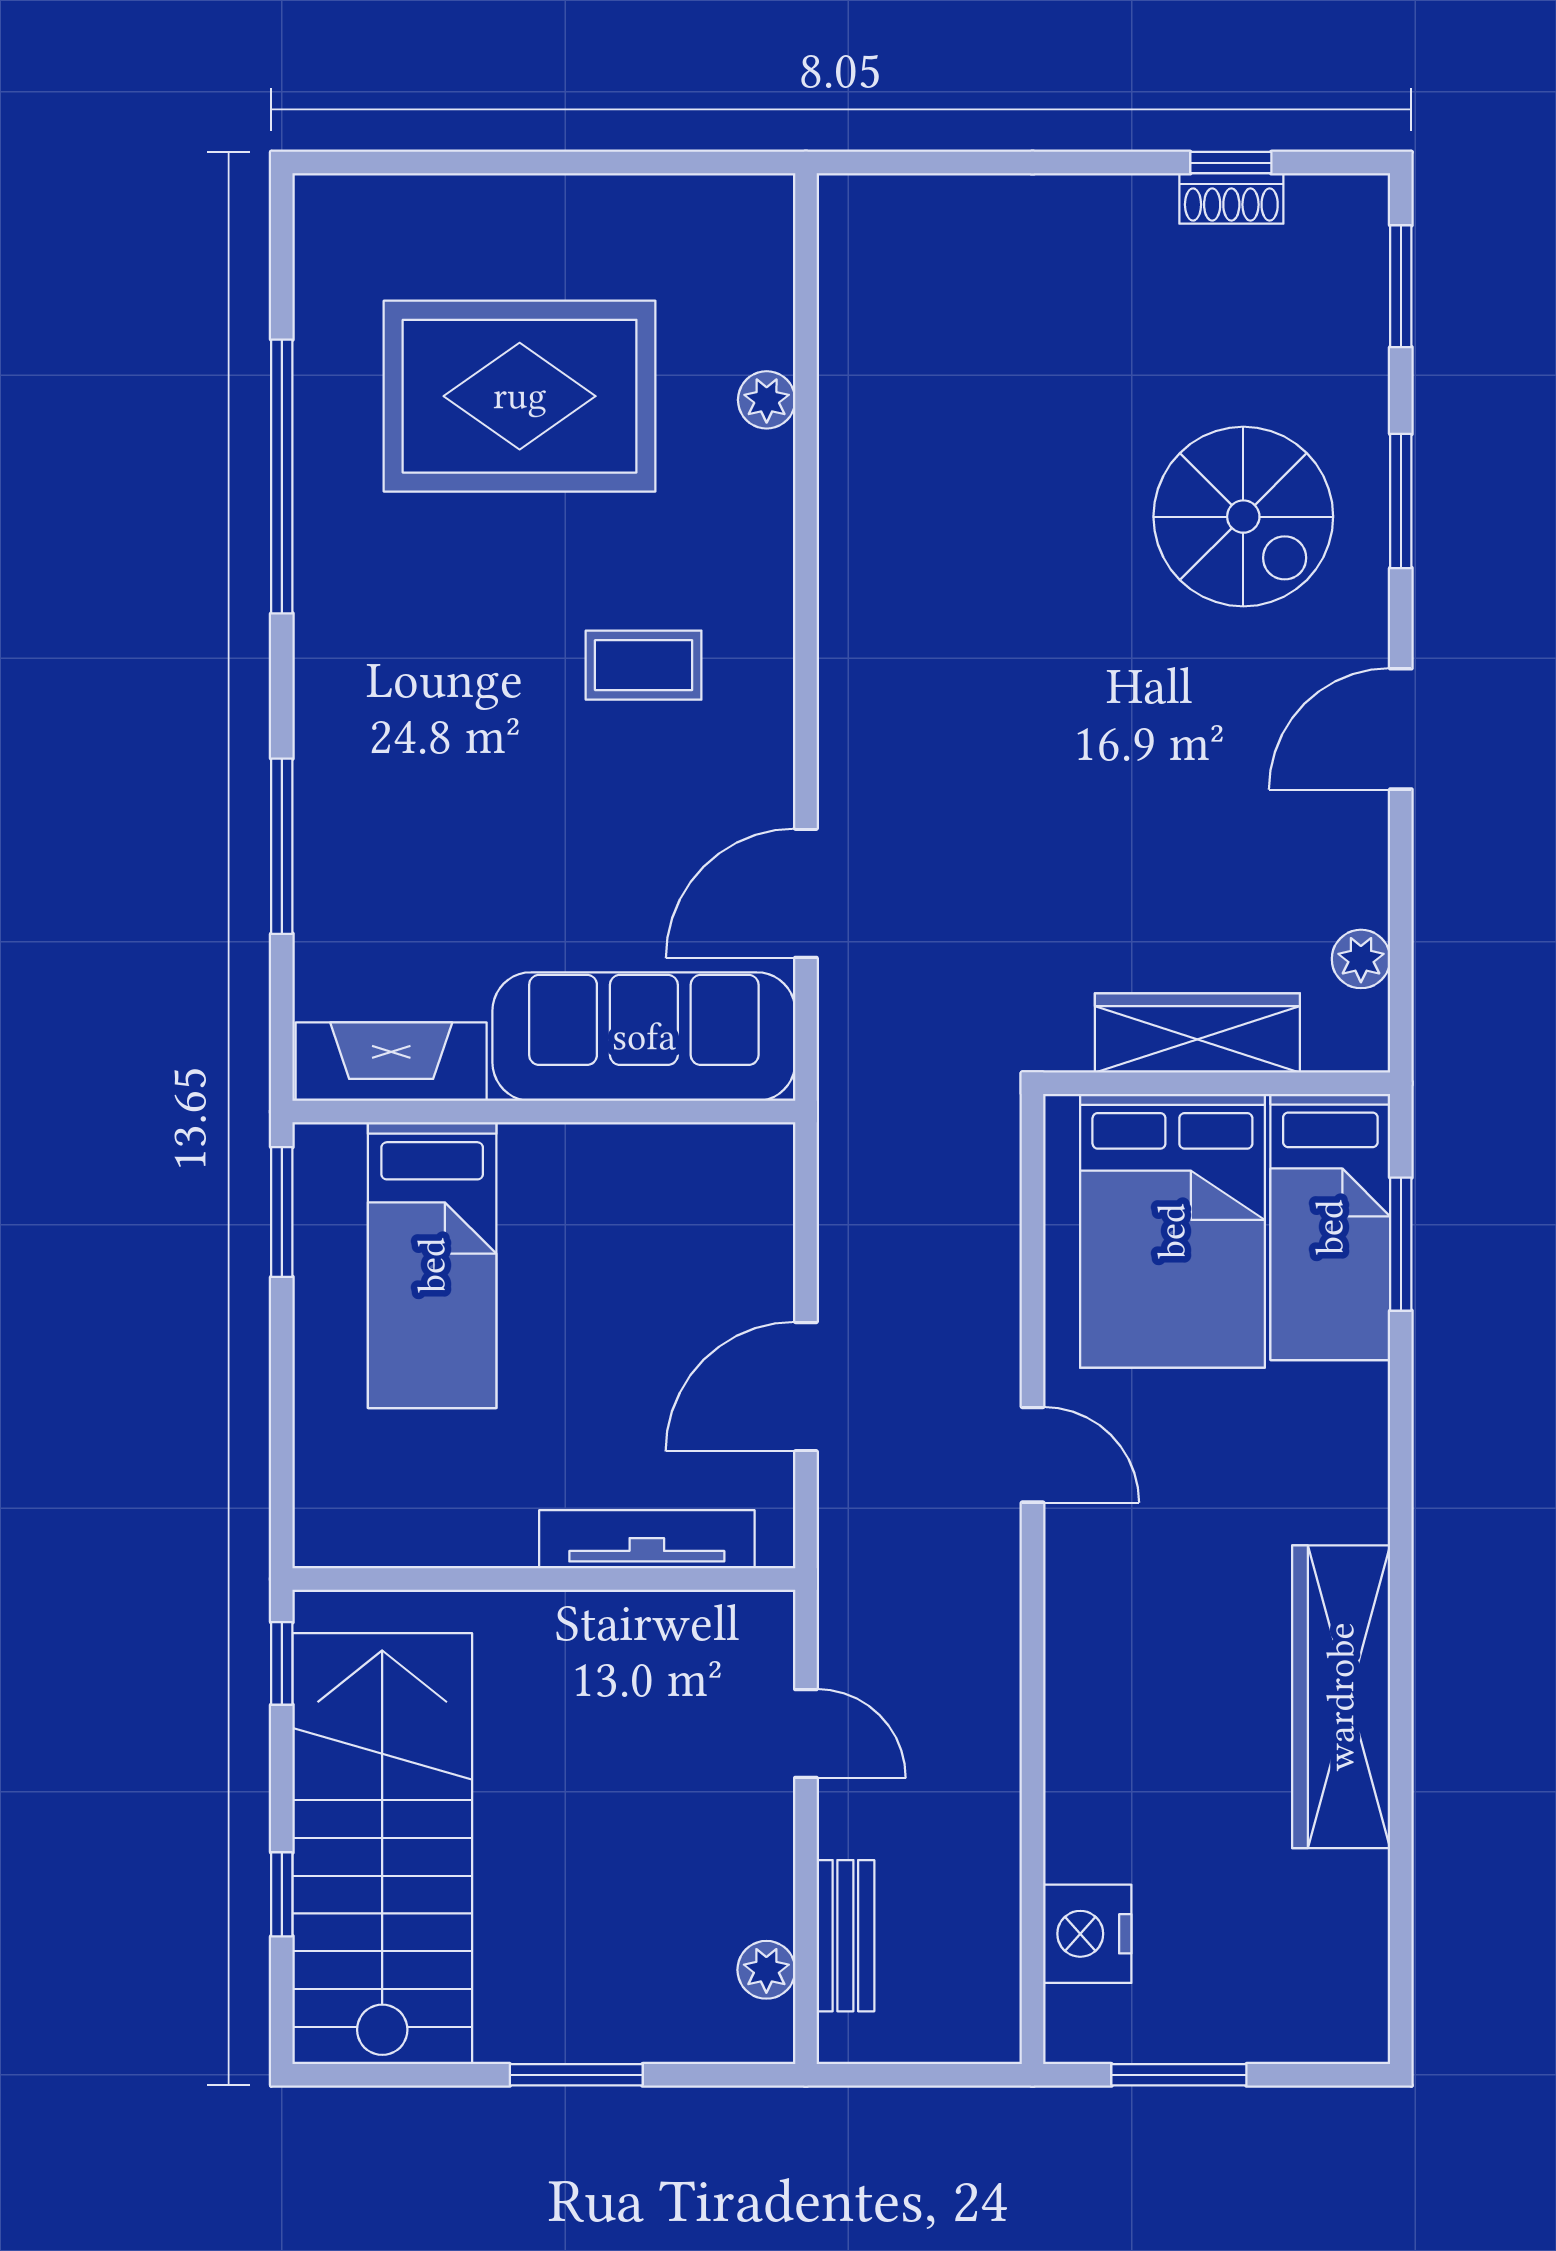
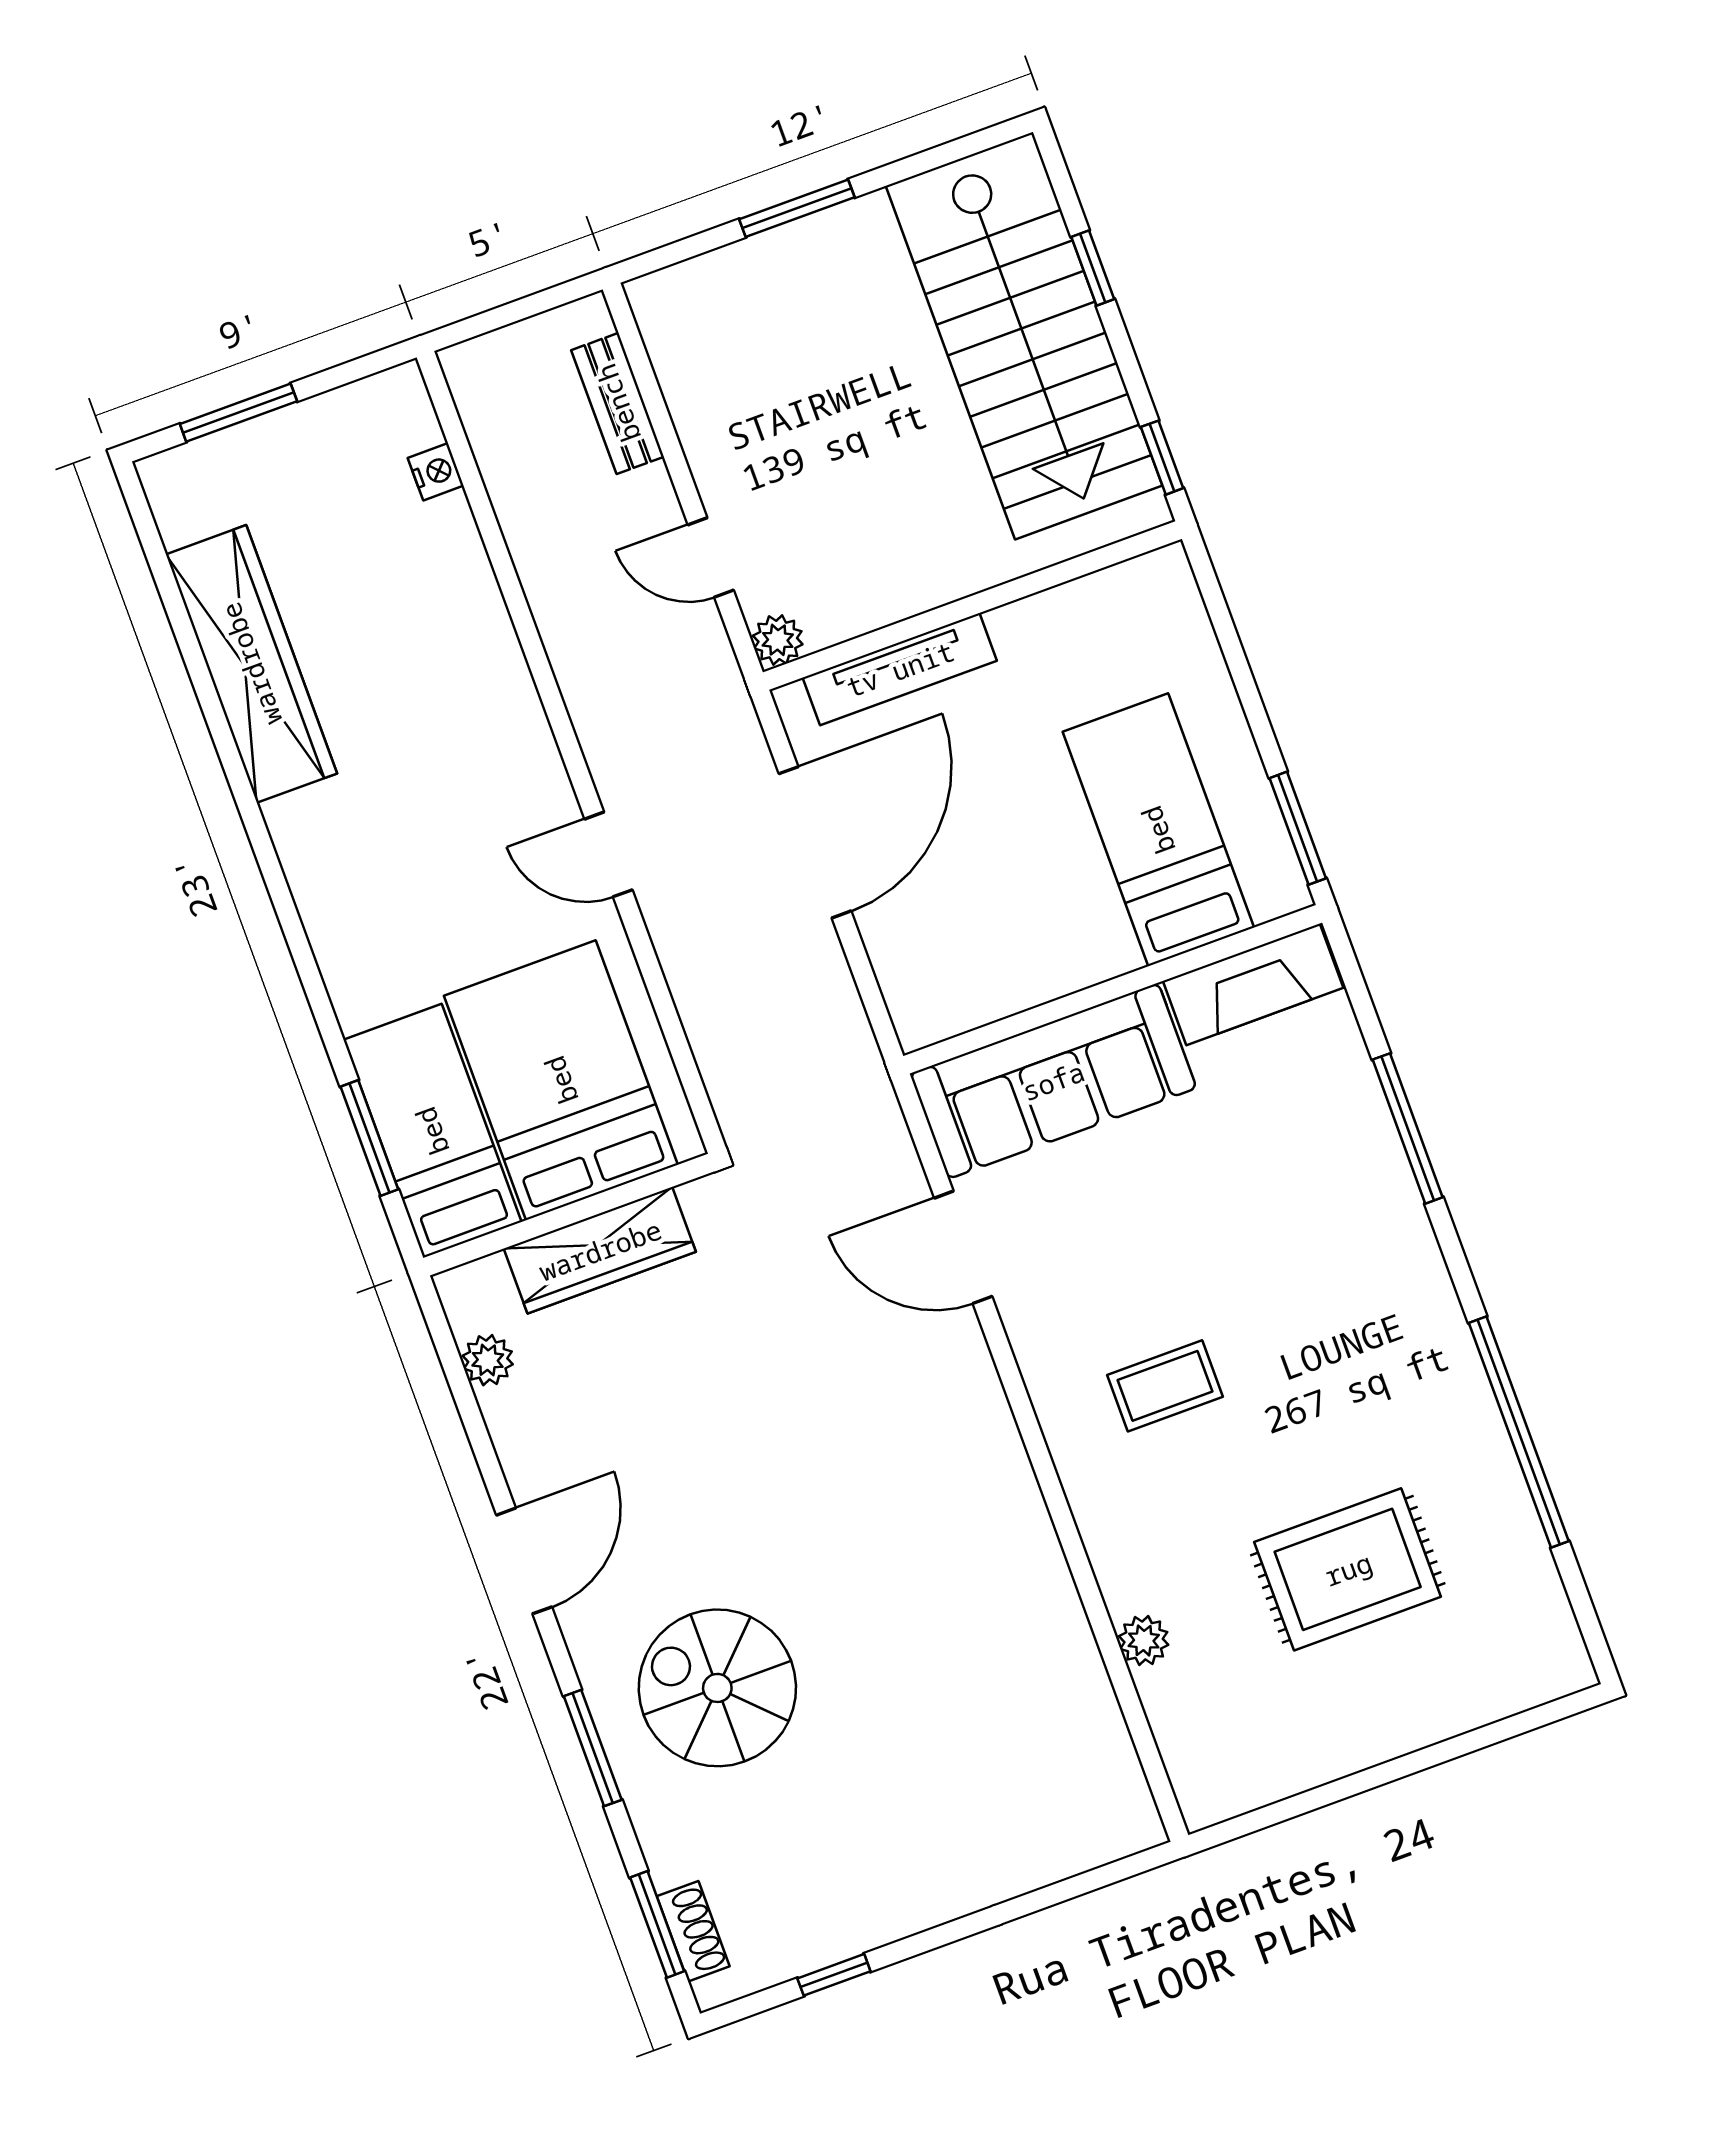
shoe rack: (1231, 198) -> (693, 1931), moved, turned 90
rug: (520, 396) -> (1348, 1569), width x0.73, depth x0.69
door: (806, 893) -> (963, 1247), swing flipped
door: (806, 1387) -> (815, 842), width x1.36
wardrobe: (1341, 1697) -> (251, 664), moved
nightstand: (1087, 1934) -> (436, 472), width x0.53, depth x0.56
plant: (766, 1970) -> (778, 640), moved
window: (1179, 2075) -> (238, 413), moved

